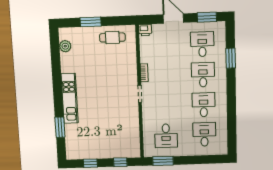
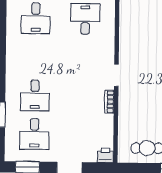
desk: (204, 105) -> (35, 57), removed

